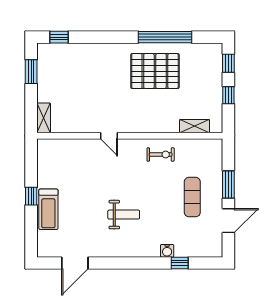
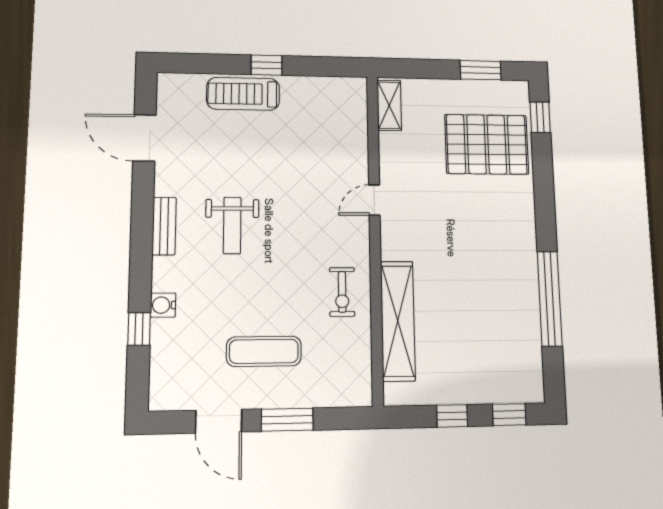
pallet: (155, 71) -> (487, 144), moved, turned 90
shelving: (44, 118) -> (389, 105), moved, turned 90
shelving: (195, 126) -> (398, 321), width x2.20, depth x1.33
bench: (124, 251) -> (164, 226), added

